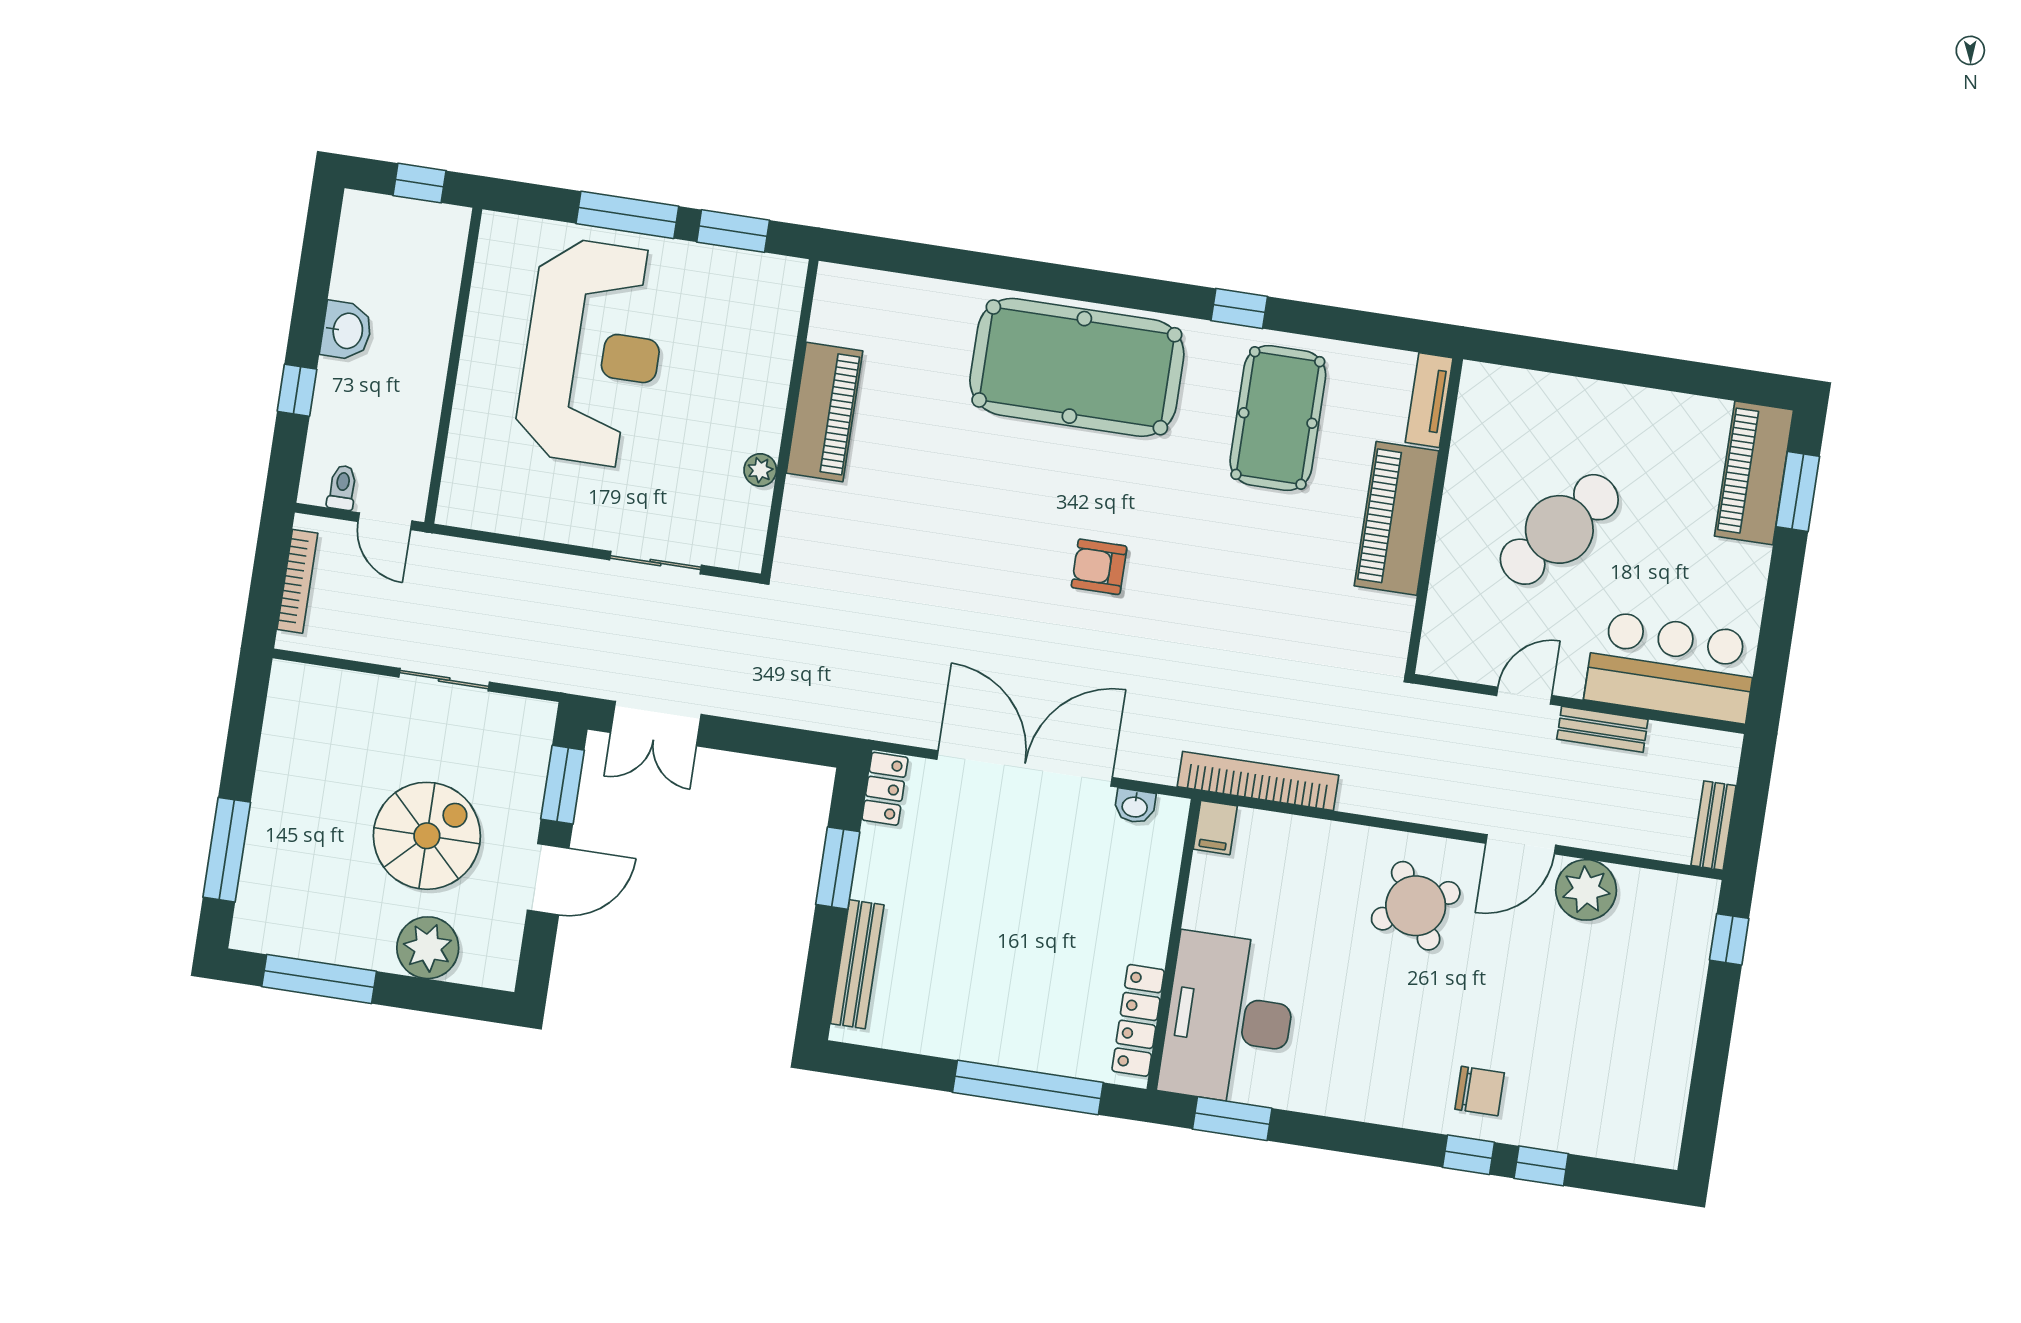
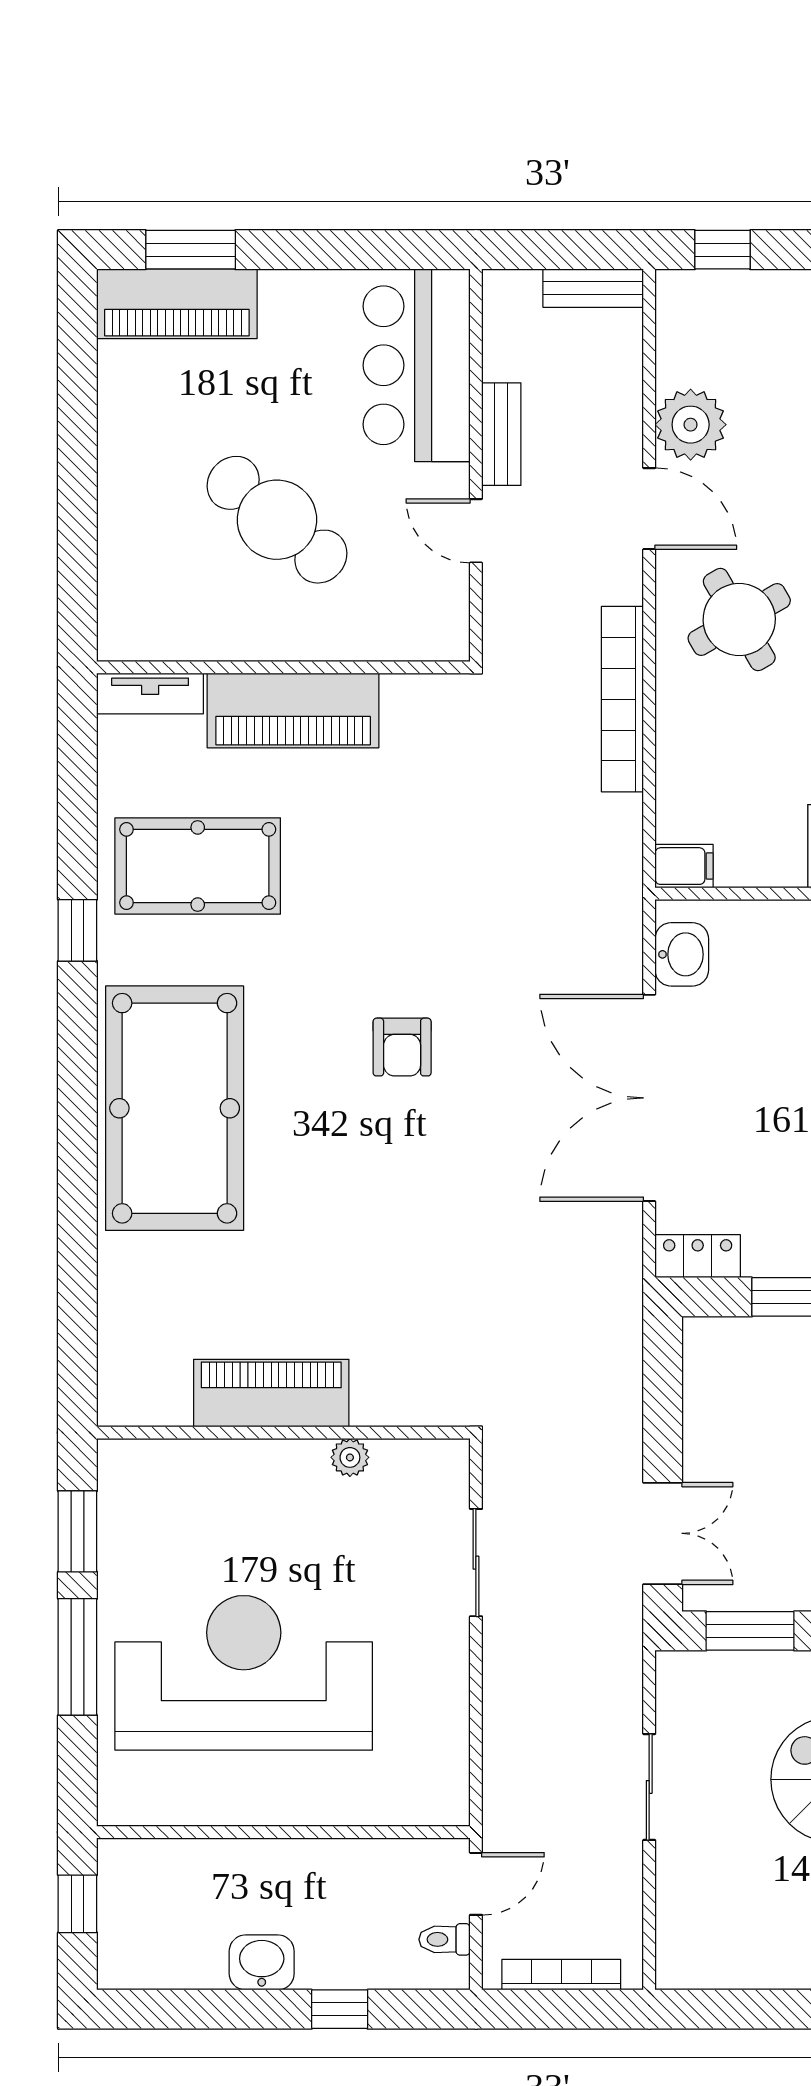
bookcase: (1258, 781) -> (622, 699), moved
washbasin: (1135, 806) -> (682, 954), width x1.38, depth x1.45

